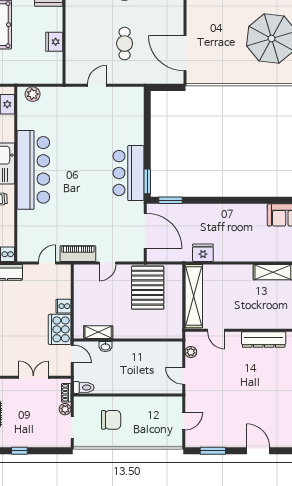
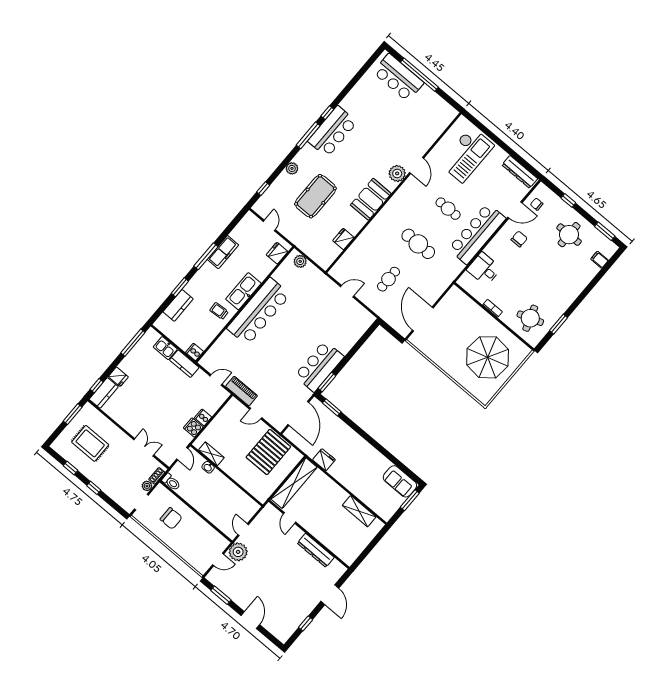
cooker: (60, 329) -> (193, 427), width x0.53, depth x0.76
plant: (191, 352) -> (238, 552), moved, width x1.88, depth x1.88

